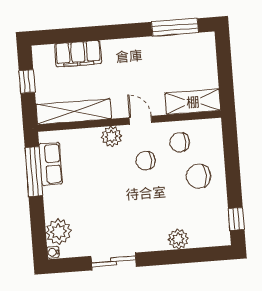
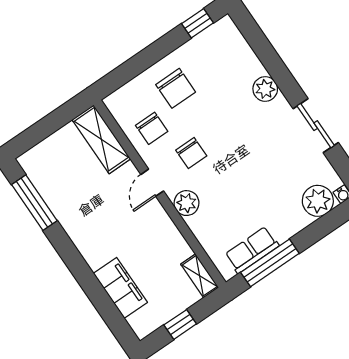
shelving: (74, 112) -> (200, 276), width x0.45, depth x0.75
plant: (178, 239) -> (265, 89), moved

